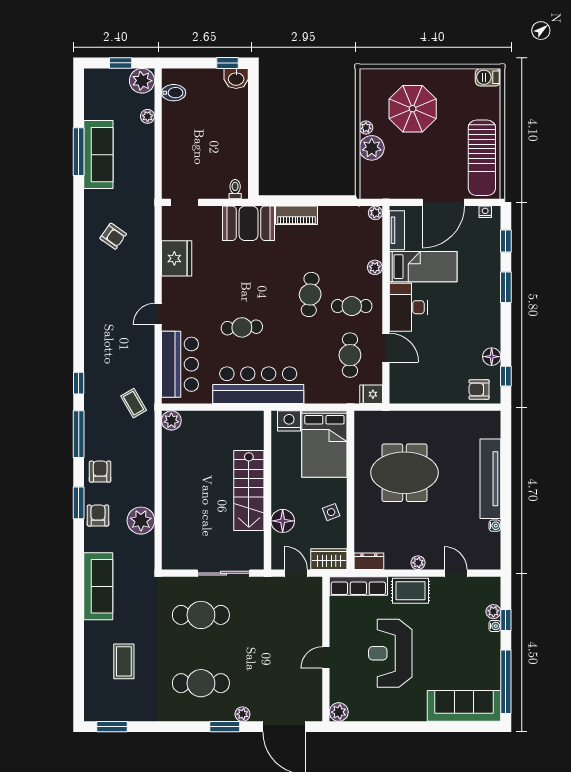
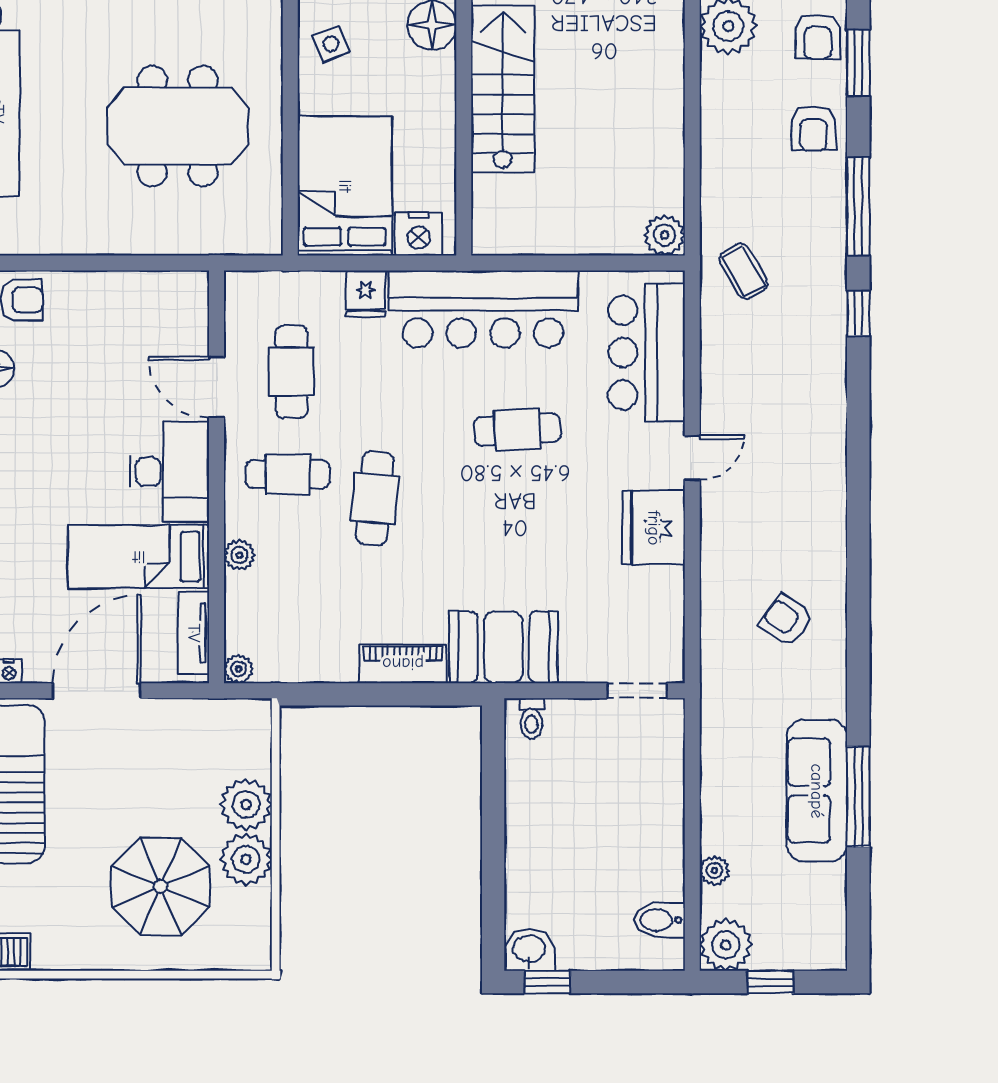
plant: (366, 128) -> (246, 859), width x1.88, depth x1.88
fridge: (177, 258) -> (654, 528), moved
fridge: (371, 394) -> (366, 294), moved, turned 90

